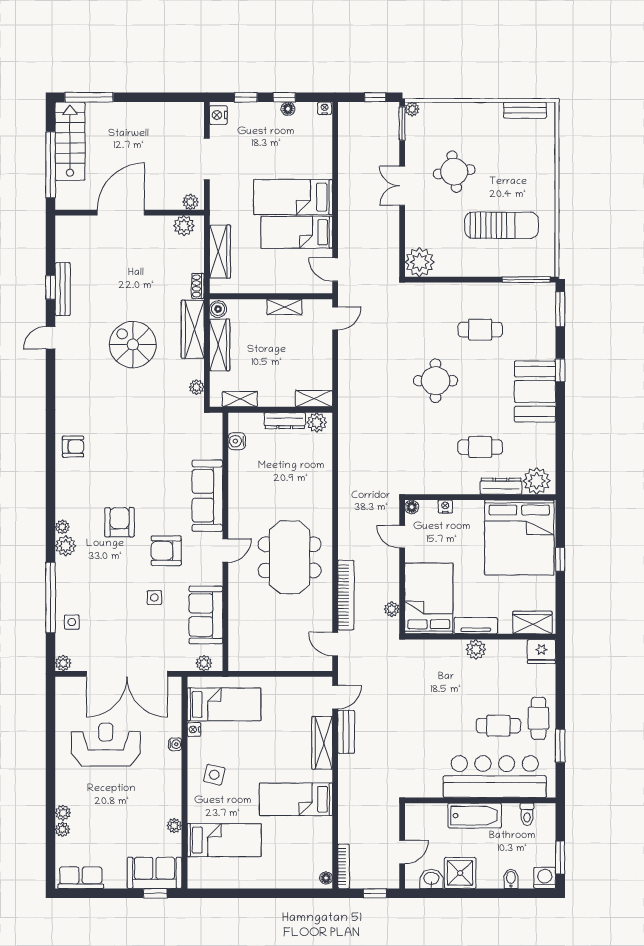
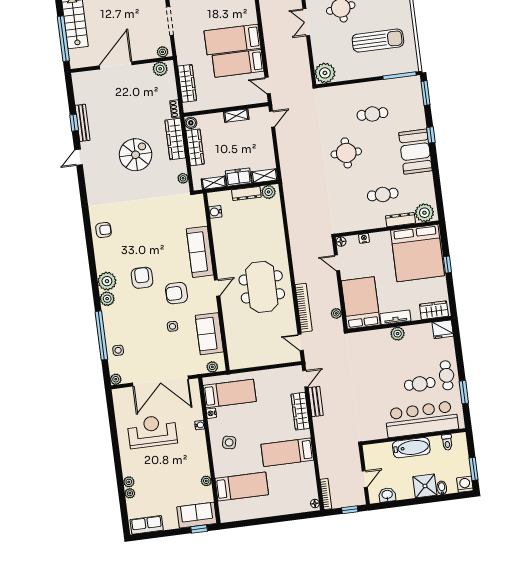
spiral stairs: (133, 345) -> (136, 155), turned 90
freezer: (276, 396) -> (238, 177), added
plant: (62, 527) -> (107, 281), width x1.87, depth x1.87
shower: (460, 873) -> (425, 486), moved

